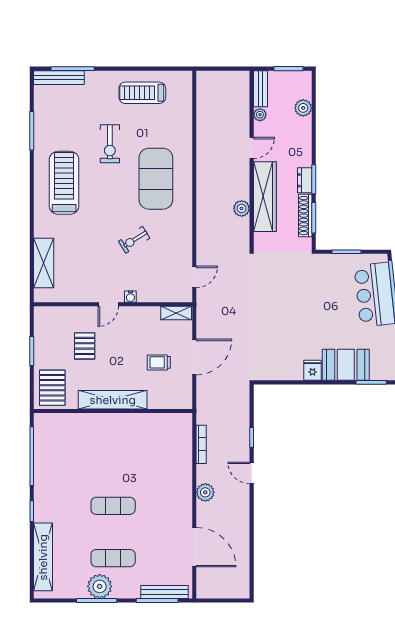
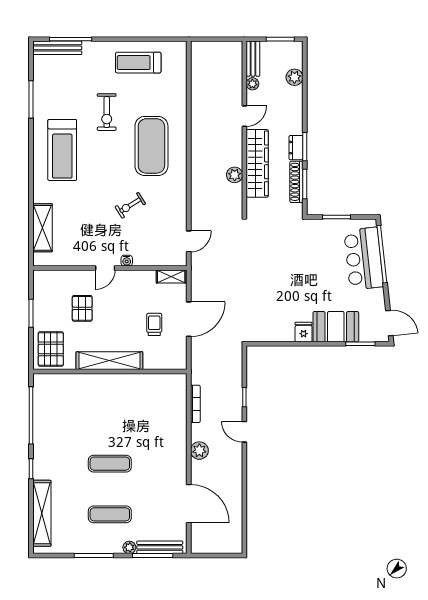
treadmill: (64, 183) -> (62, 150), turned 180
trolley: (159, 362) -> (154, 324), turned 90
plant: (100, 586) -> (129, 547), moved, width x0.53, depth x0.53

